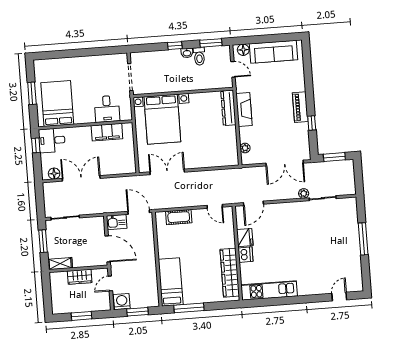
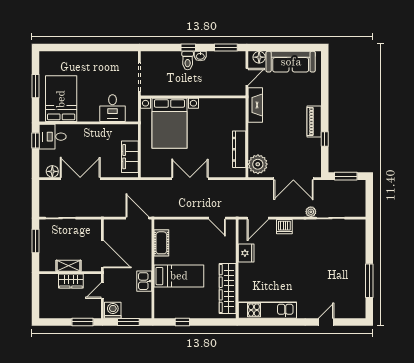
toilet: (199, 56) -> (188, 61), moved
door: (233, 69) -> (247, 77), hinge flipped
dresser: (228, 108) -> (239, 149), moved
fireplace: (244, 109) -> (255, 105), moved
filing cabinet: (107, 132) -> (130, 157), moved, turned 90
plant: (245, 148) -> (258, 164), width x1.87, depth x1.87
double door: (167, 172) -> (190, 179), moved
cot: (179, 217) -> (161, 243), moved, turned 90
kitchen sink: (117, 222) -> (144, 281), moved, turned 90
window: (363, 239) -> (369, 281), moved
dishwasher: (245, 255) -> (284, 227), moved, turned 90
shelving: (60, 264) -> (68, 266), moved
bed: (171, 282) -> (179, 276), moved, turned 90
door: (339, 297) -> (326, 322), moved
window: (189, 308) -> (182, 322), width x0.46
window: (81, 316) -> (83, 322), moved

